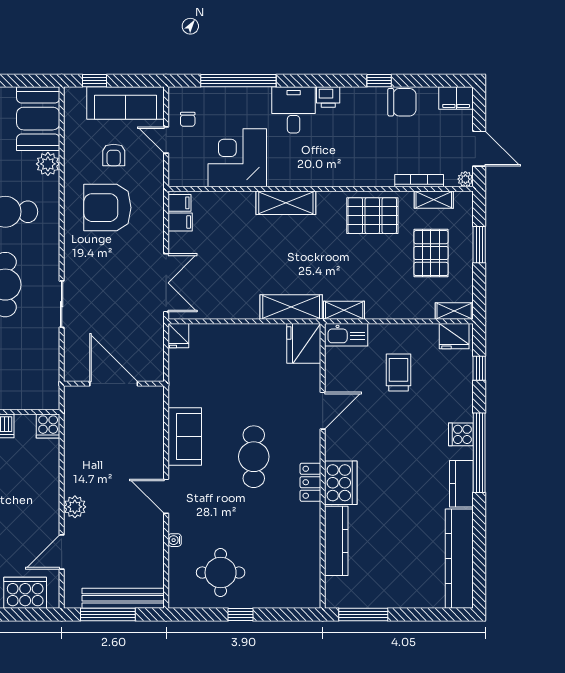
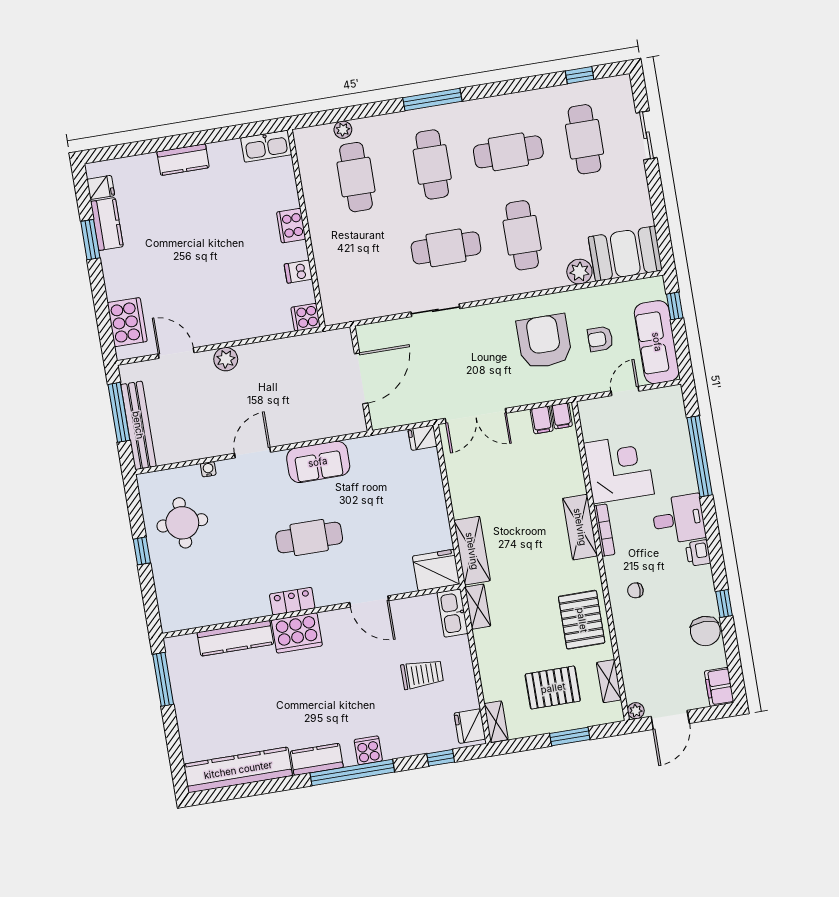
chair: (188, 119) -> (635, 590), moved
bookcase: (419, 181) -> (604, 530), moved

